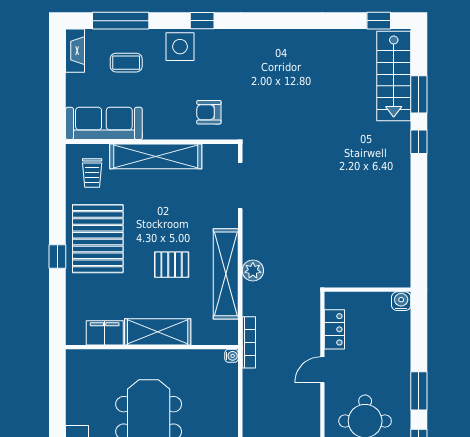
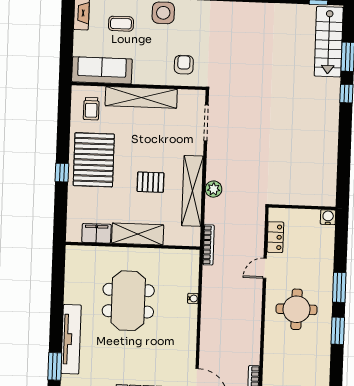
armchair: (209, 112) -> (184, 65), turned 90
water cooler: (232, 356) -> (193, 298), moved

